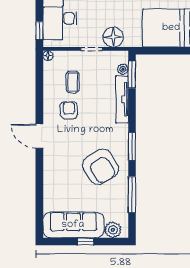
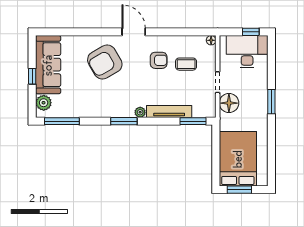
window: (39, 30) -> (251, 32), moved
plant: (123, 69) -> (140, 112), moved
door: (39, 136) -> (134, 32), hinge flipped
armchair: (101, 167) -> (105, 62), moved
window: (132, 195) -> (62, 121), moved

